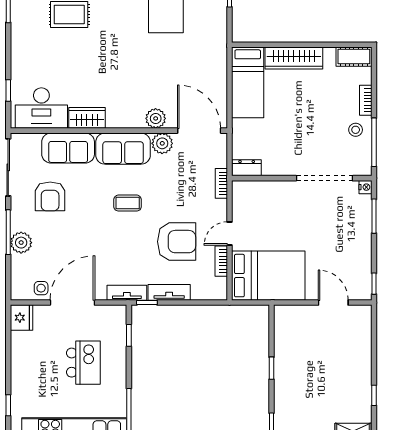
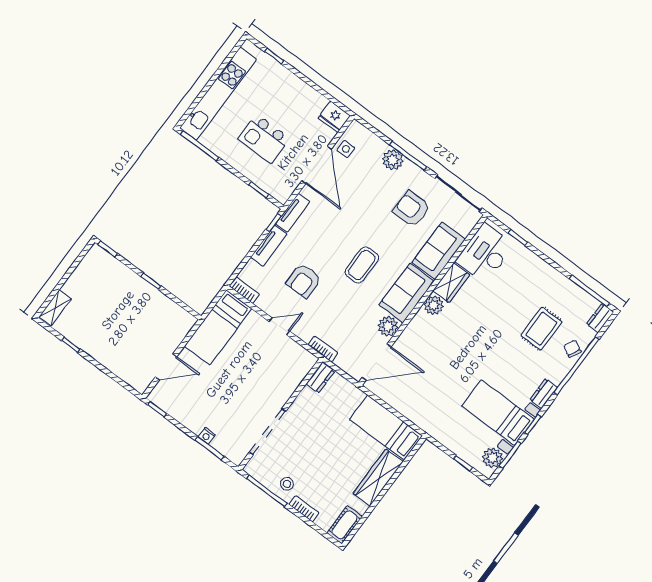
plant: (156, 118) -> (434, 305), moved
nightstand: (365, 187) -> (207, 436), moved
coffee table: (128, 203) -> (362, 265), width x1.36, depth x1.30
door: (229, 234) -> (279, 326), hinge flipped
armchair: (177, 242) -> (304, 281), width x0.73, depth x0.73
bookcase: (221, 261) -> (244, 290), moved
bed: (268, 276) -> (218, 327), width x0.67

